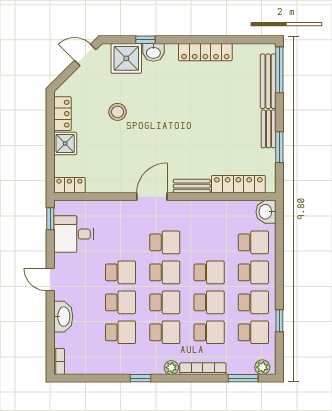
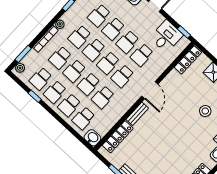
locker: (69, 185) -> (188, 60), width x1.53
school desk: (120, 242) -> (142, 55), added
school desk: (209, 242) -> (103, 97), added

